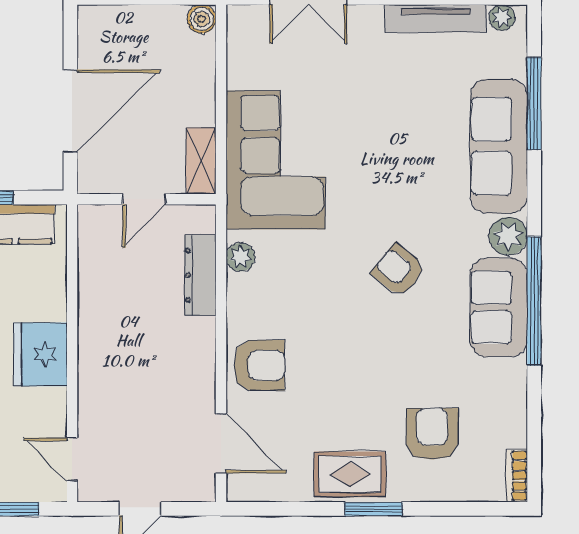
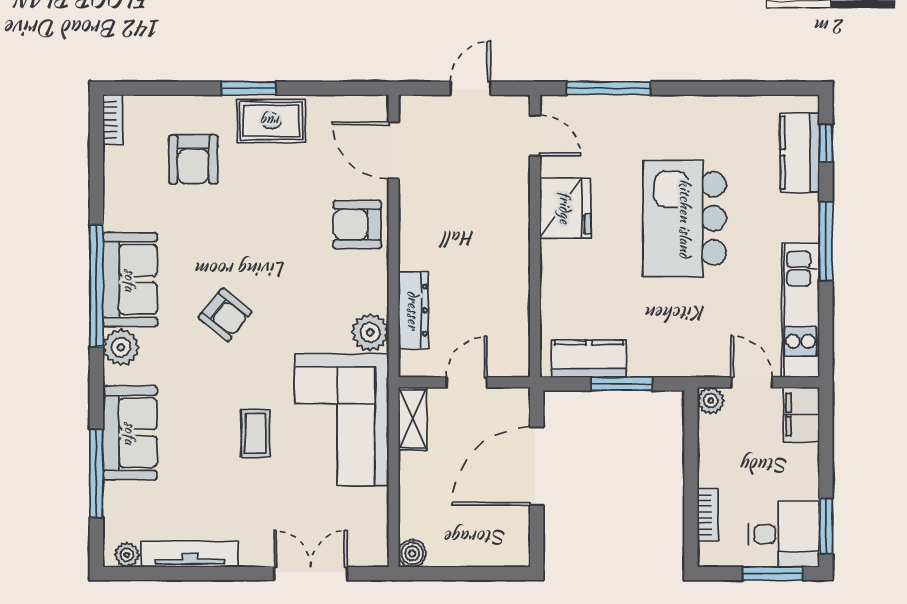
coffee table: (367, 145) -> (255, 433), added
sofa: (499, 146) -> (130, 433), width x0.73
plant: (240, 257) -> (370, 332), width x1.38, depth x1.38
fridge: (40, 354) -> (565, 208), moved

